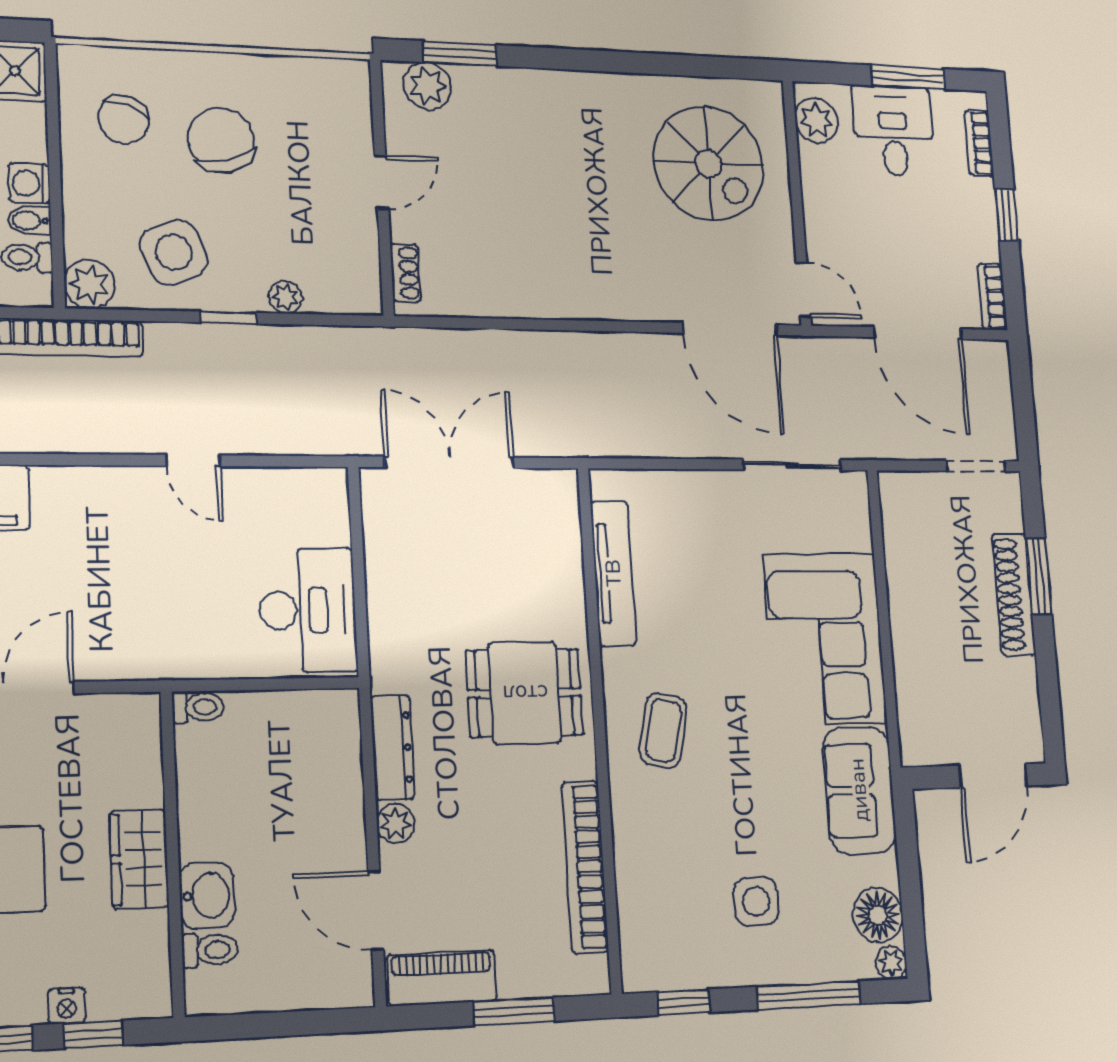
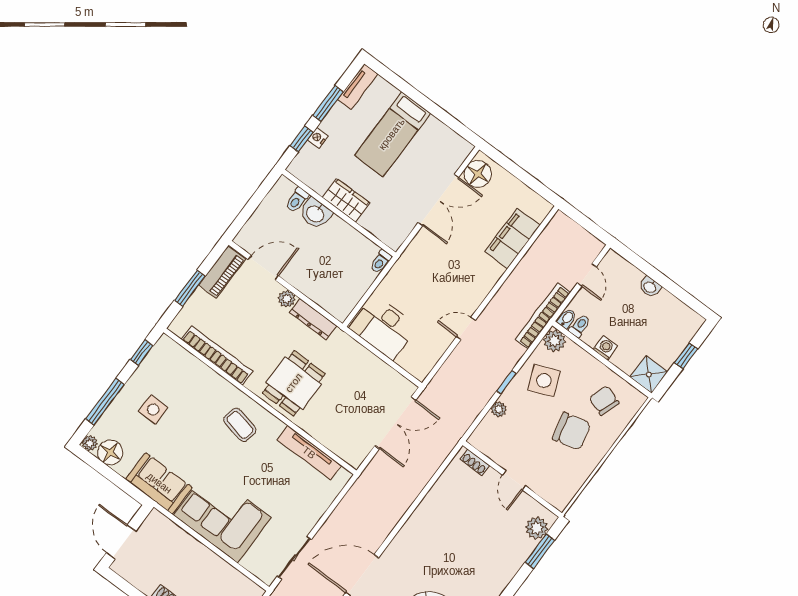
bidet: (29, 221) -> (567, 318), moved

